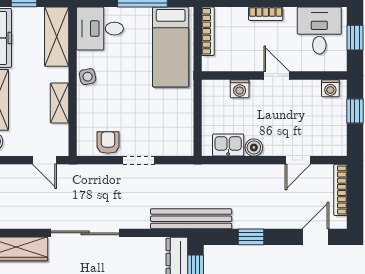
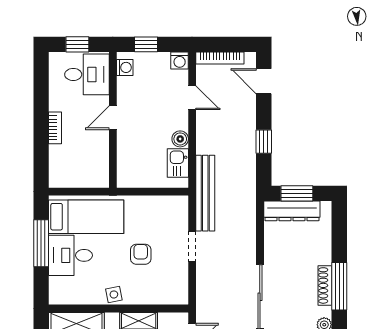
desk: (100, 29) -> (71, 255), moved, turned 90
bookcase: (208, 31) -> (71, 182), removed
desk: (319, 31) -> (87, 74), moved, turned 180
washing machine: (240, 89) -> (180, 61), moved, turned 90
armchair: (108, 142) -> (141, 254), moved, turned 90
bench: (191, 219) -> (205, 193), moved

